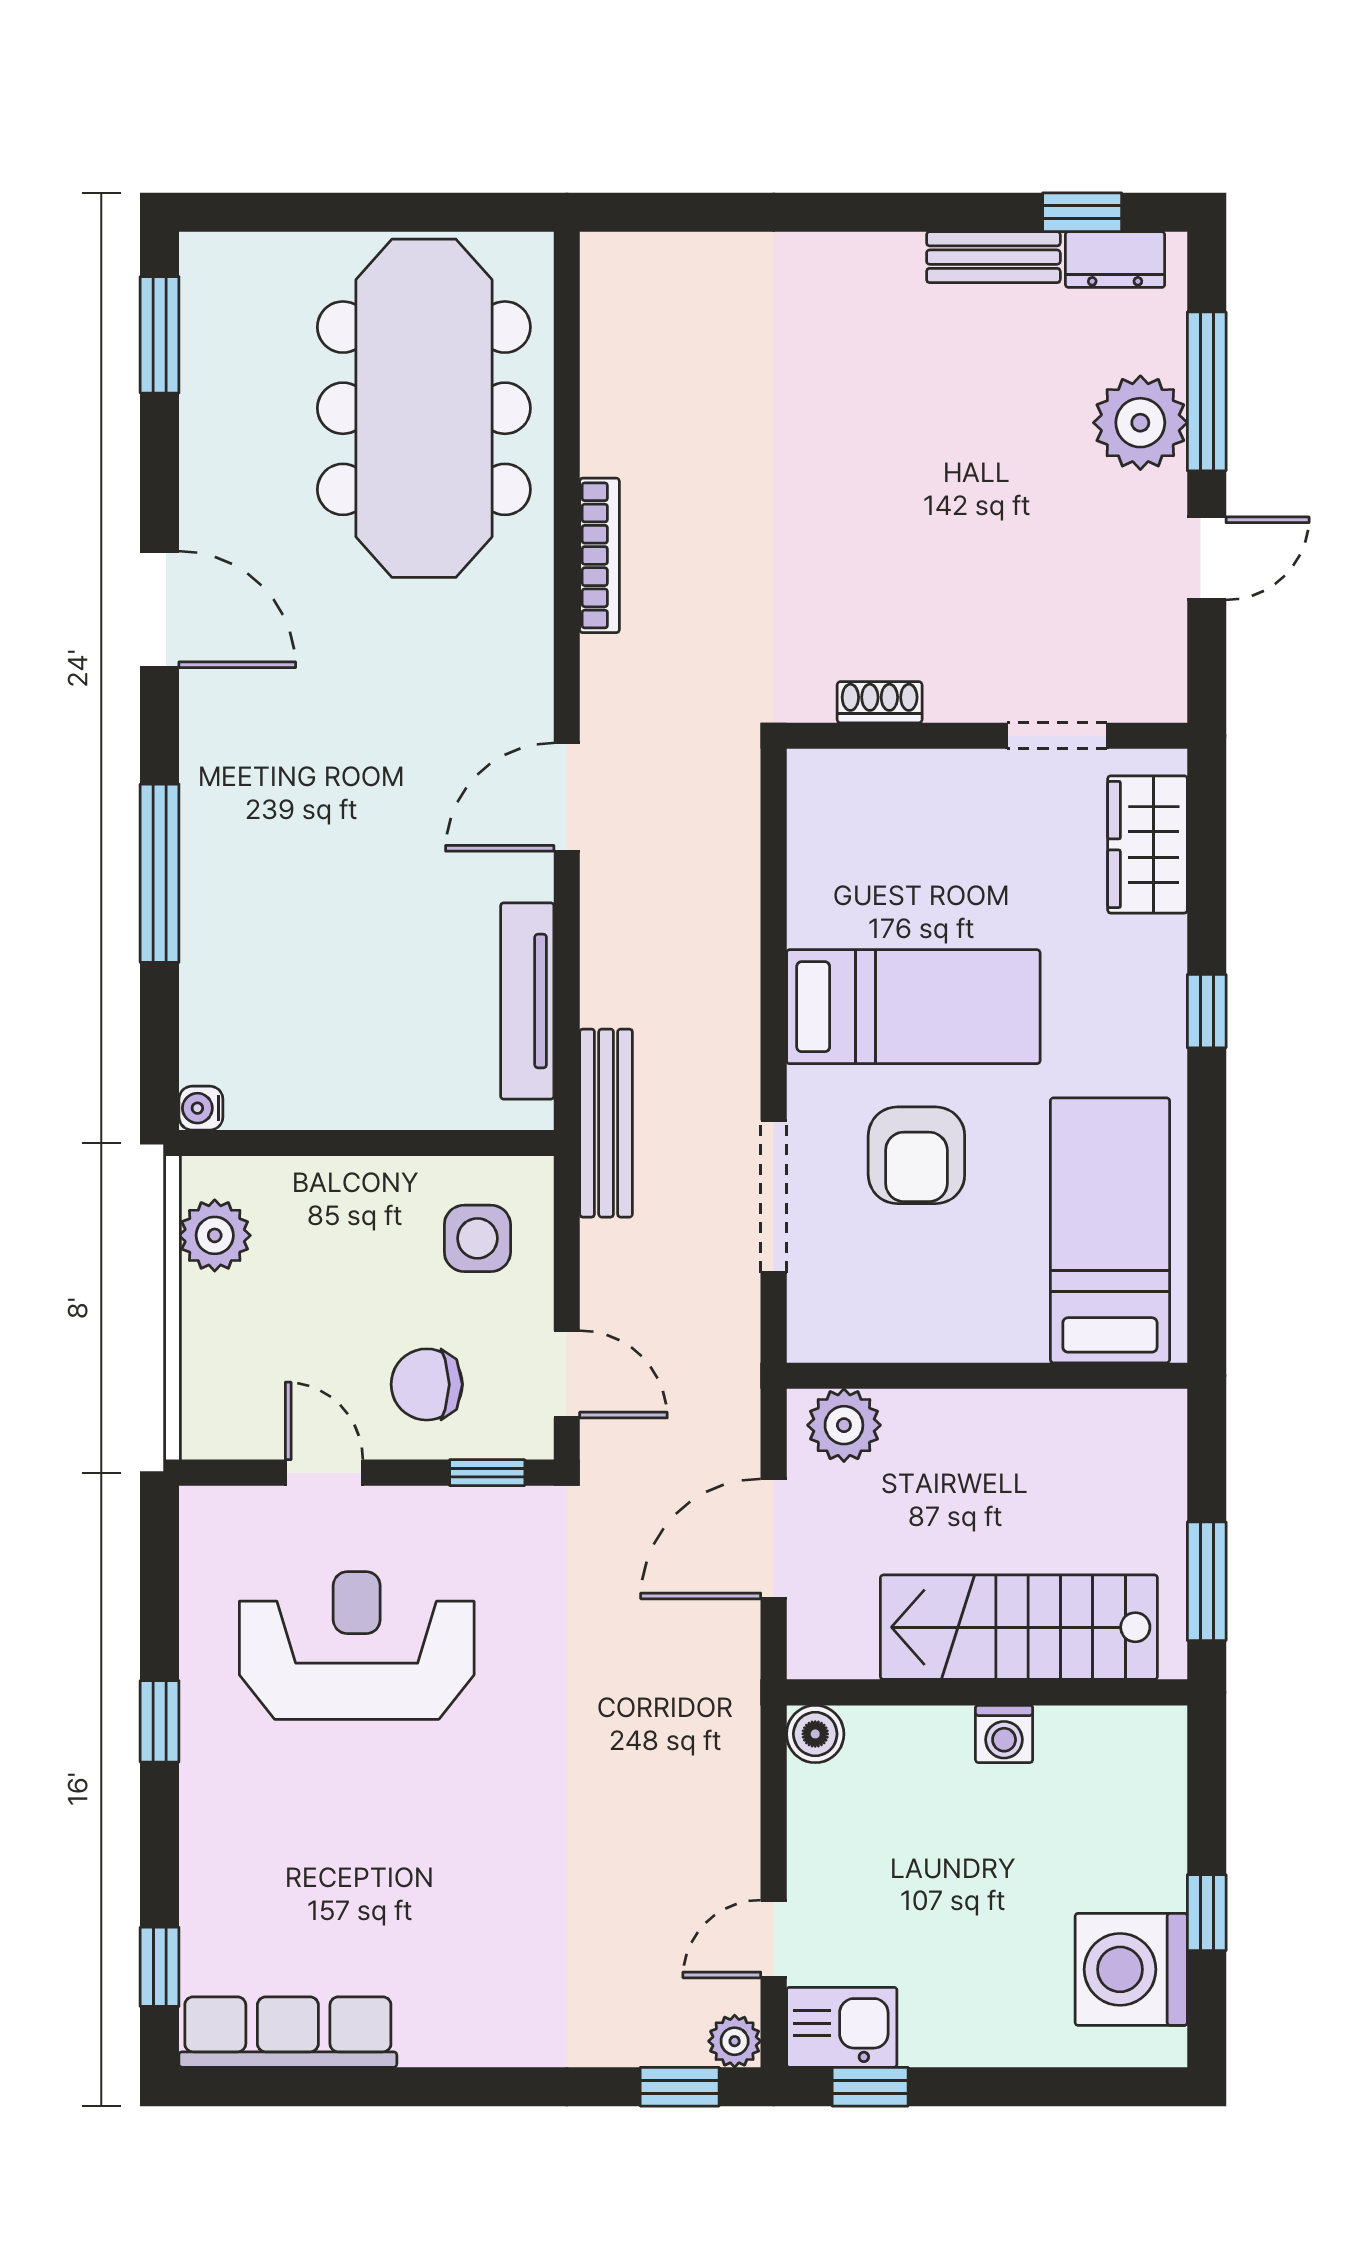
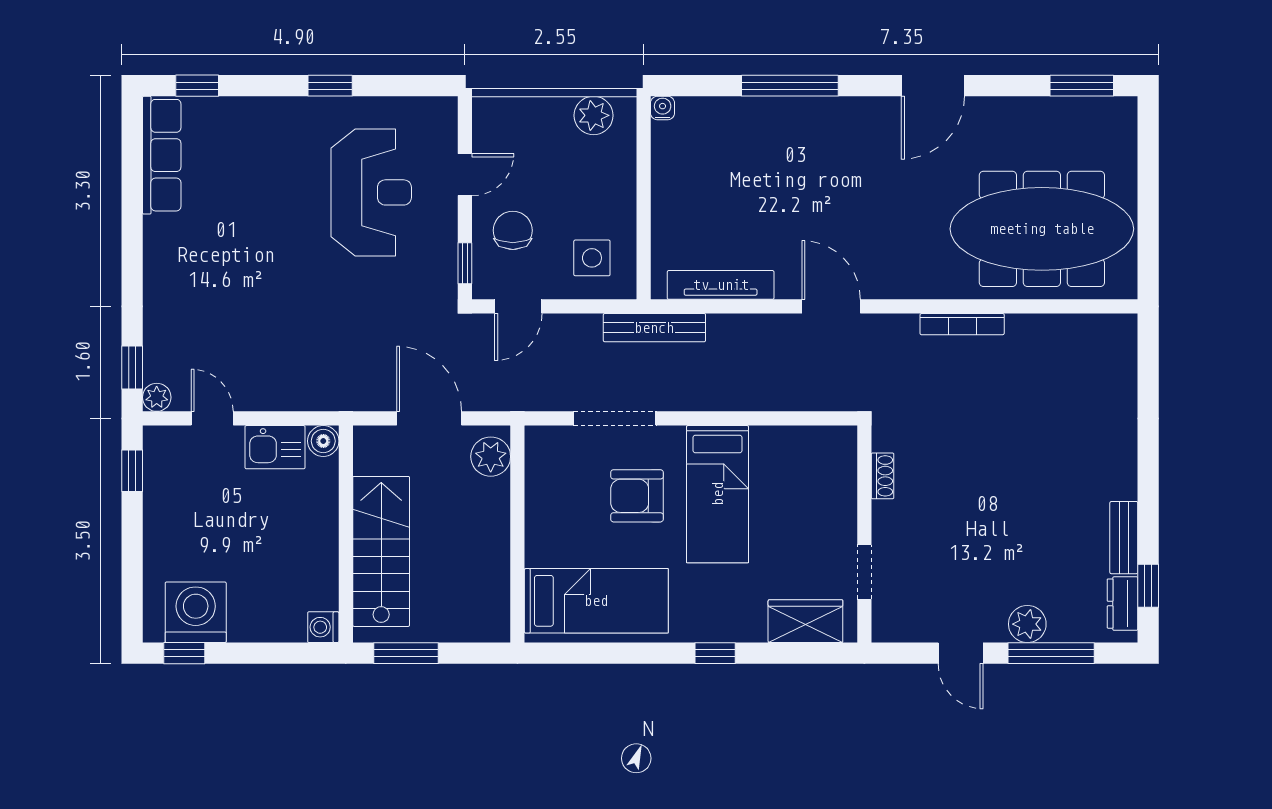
plant: (1140, 423) -> (1027, 624), width x0.73, depth x0.73
washing machine: (1004, 1734) -> (323, 627), moved
window: (1207, 1913) -> (184, 653), moved
kitchen sink: (842, 2027) -> (275, 447), moved, turned 90

